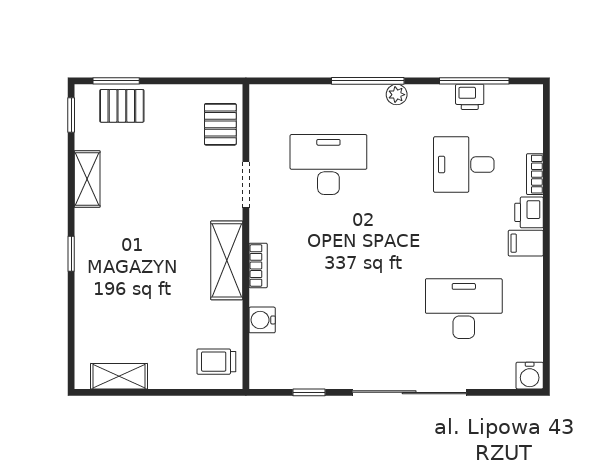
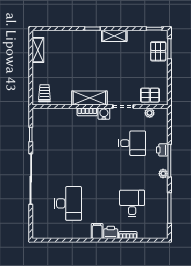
printer: (470, 97) -> (162, 150), moved
plant: (260, 125) -> (150, 113), added
desk: (328, 165) -> (132, 143), width x0.73
shelving: (87, 179) -> (114, 36), moved
water cooler: (262, 320) -> (104, 114), moved
water cooler: (530, 376) -> (38, 233), removed

